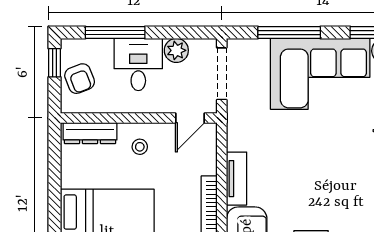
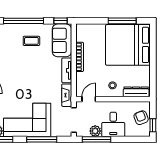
window: (115, 33) -> (97, 139), moved
fireplace: (237, 126) -> (67, 95), added

